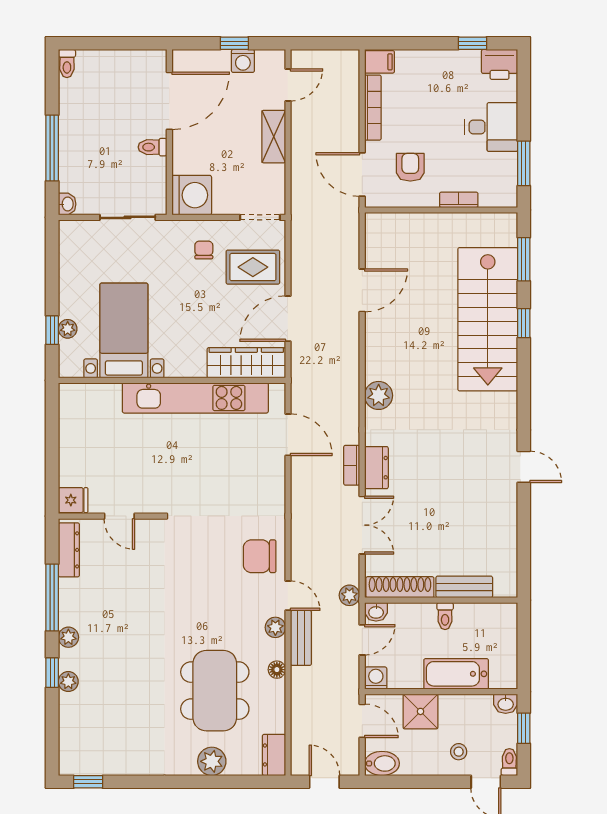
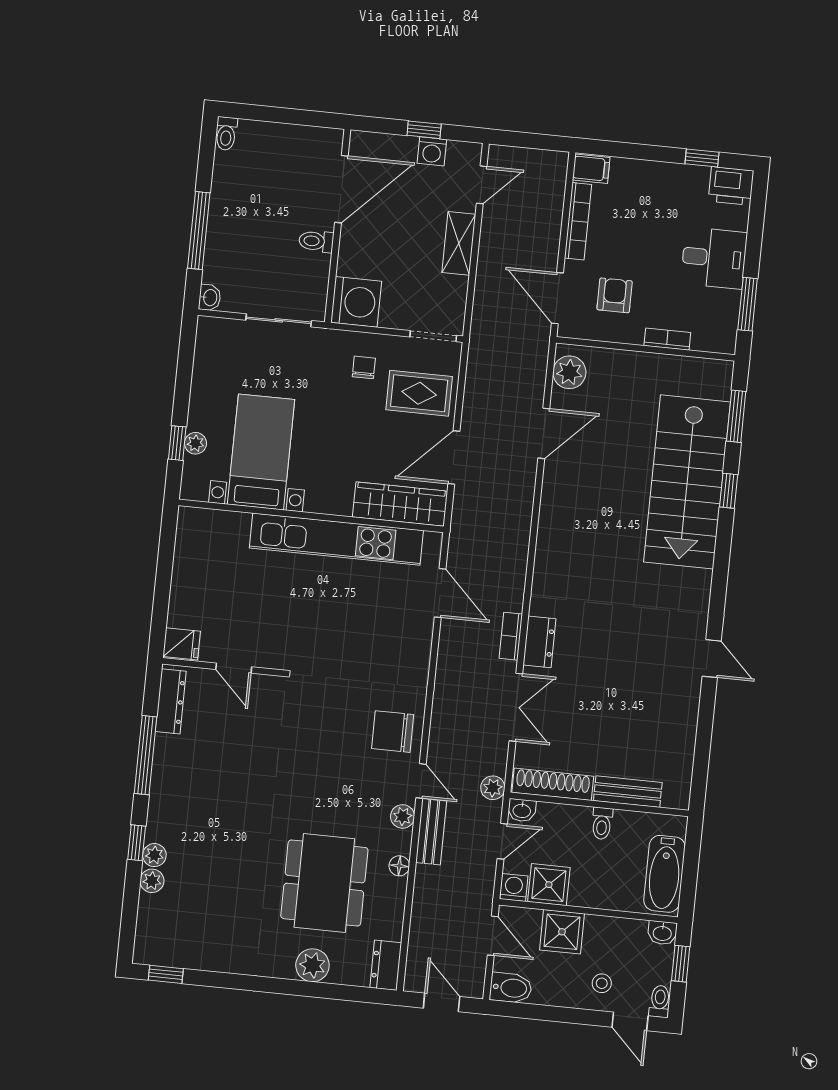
plant: (379, 395) -> (569, 372), moved
plant: (68, 637) -> (152, 881), moved
shower: (405, 673) -> (549, 885), added
bathtub: (456, 674) -> (664, 874), moved, turned -90

